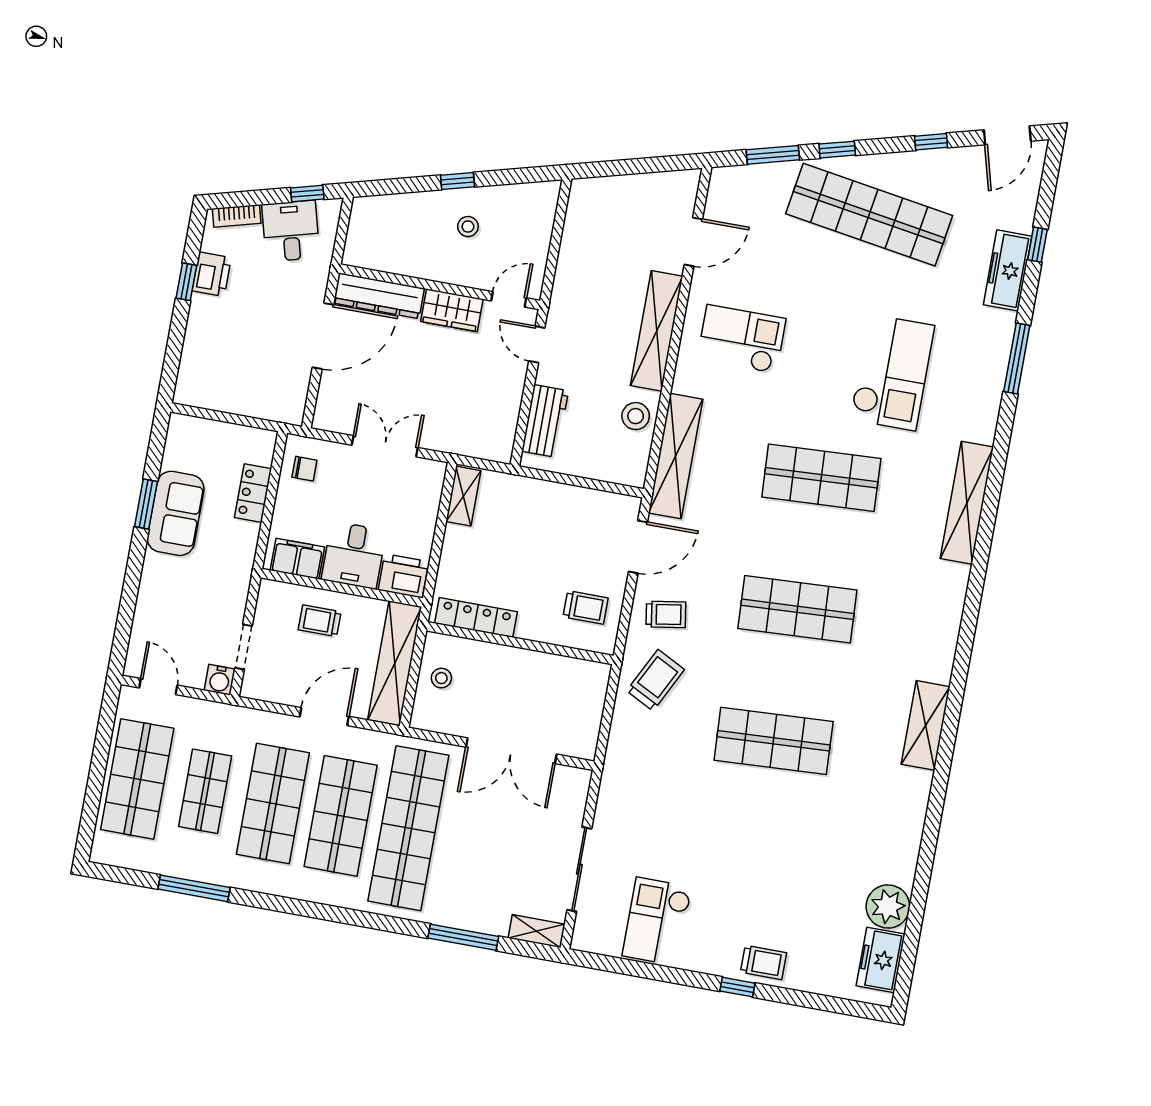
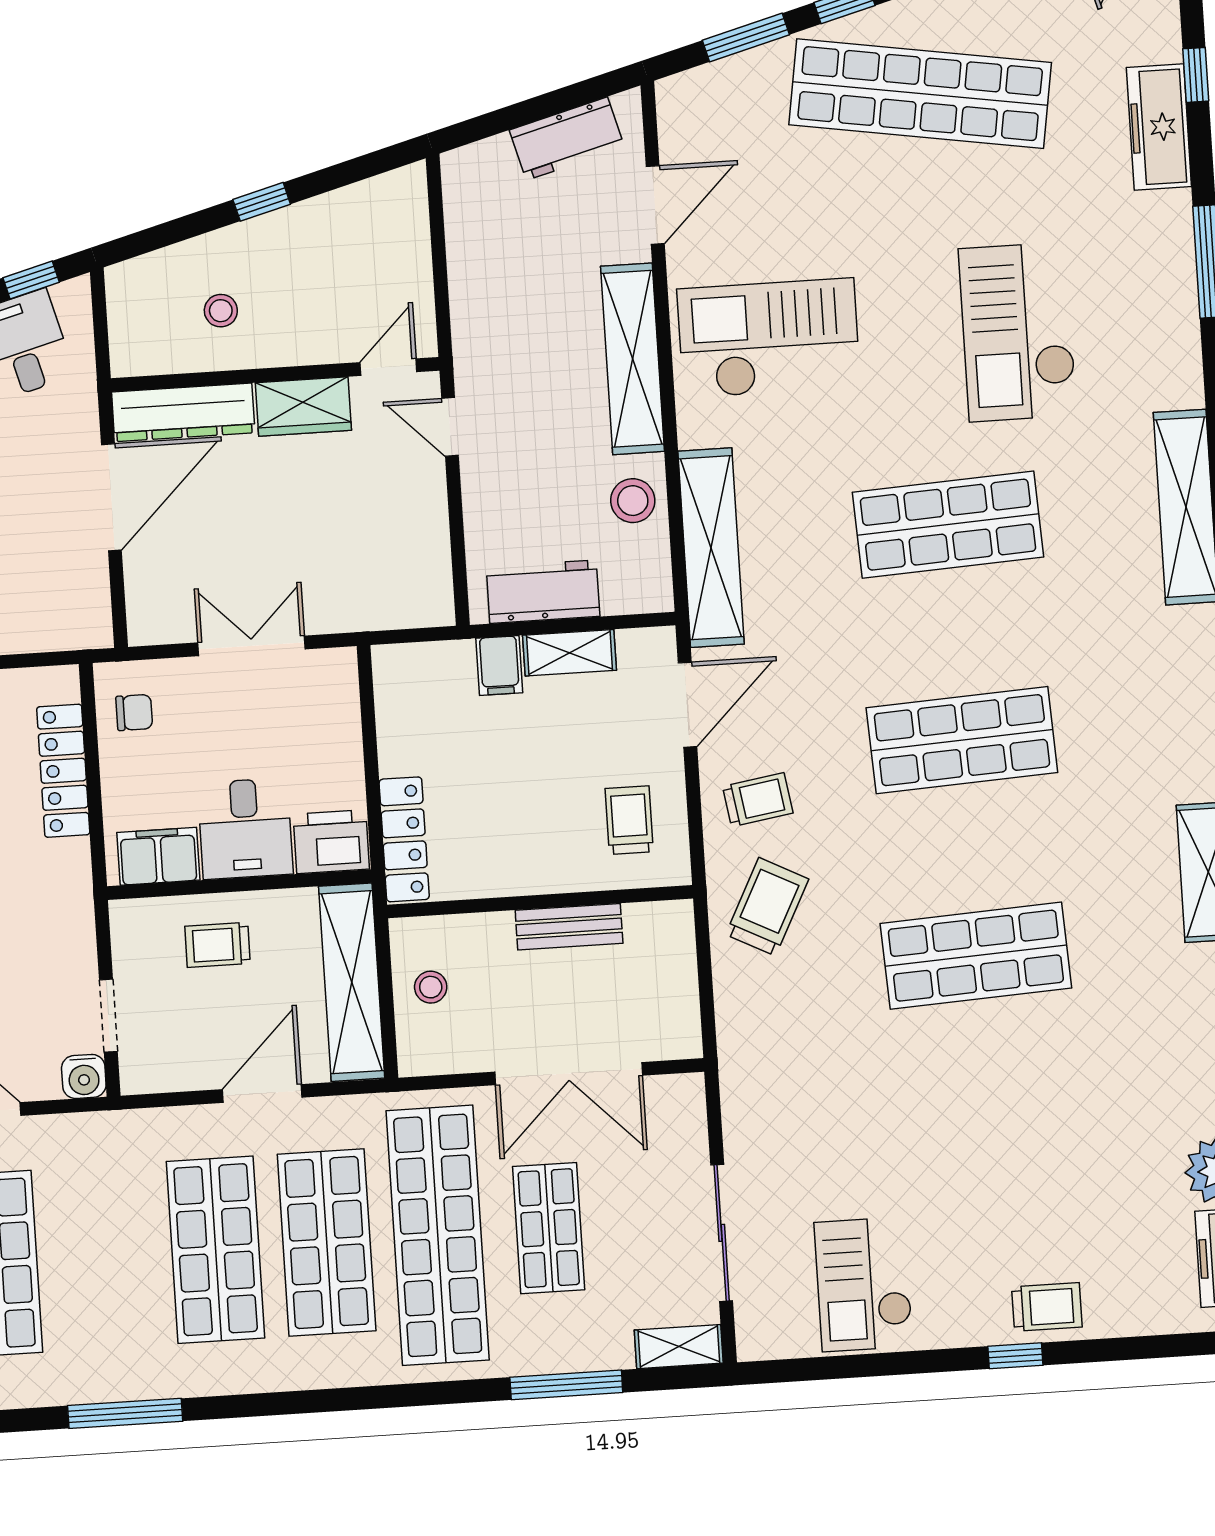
workbench: (650, 189) -> (567, 139), added
stool: (468, 227) -> (221, 311), moved
checkout: (742, 339) -> (769, 338), width x1.36, depth x1.21
checkout: (892, 372) -> (1018, 332), turned 180
workbench: (545, 421) -> (543, 592), moved, turned -90
locker: (253, 493) -> (63, 771), width x1.53
filing cabinet: (531, 495) -> (499, 665), added
shelving: (463, 496) -> (570, 653), moved, turned 90
trolley: (586, 607) -> (629, 820), turned -90
locker: (476, 617) -> (404, 839), moved, turned 90
bench: (533, 663) -> (569, 927), added
shop shelf: (205, 791) -> (549, 1228), moved

